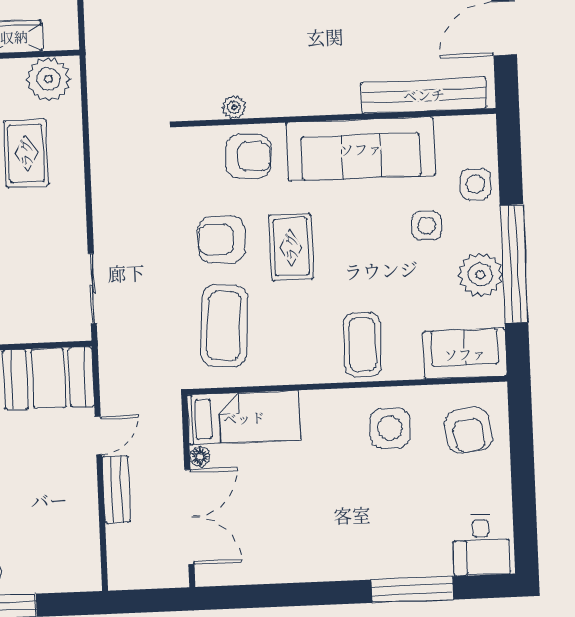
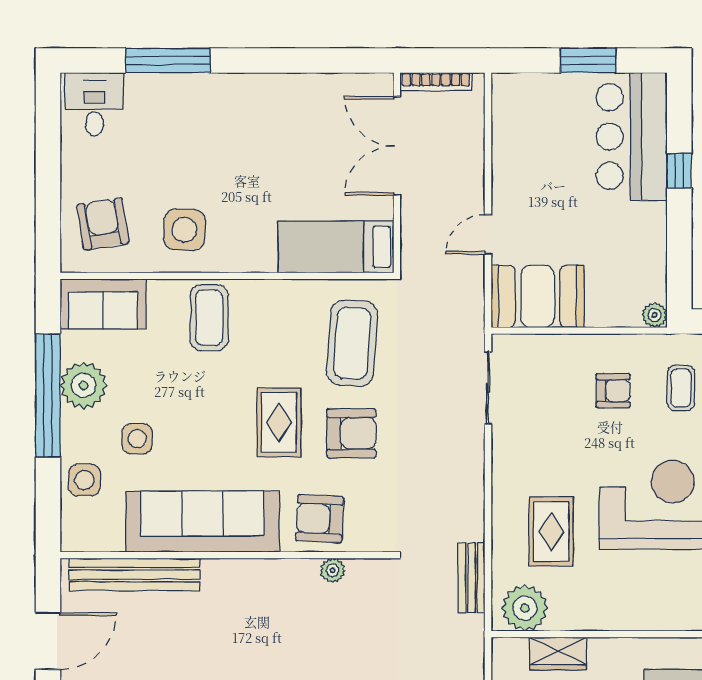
floor lamp: (200, 457) -> (384, 208), removed
bench: (116, 489) -> (472, 578), moved
bookcase: (155, 580) -> (436, 82), added

